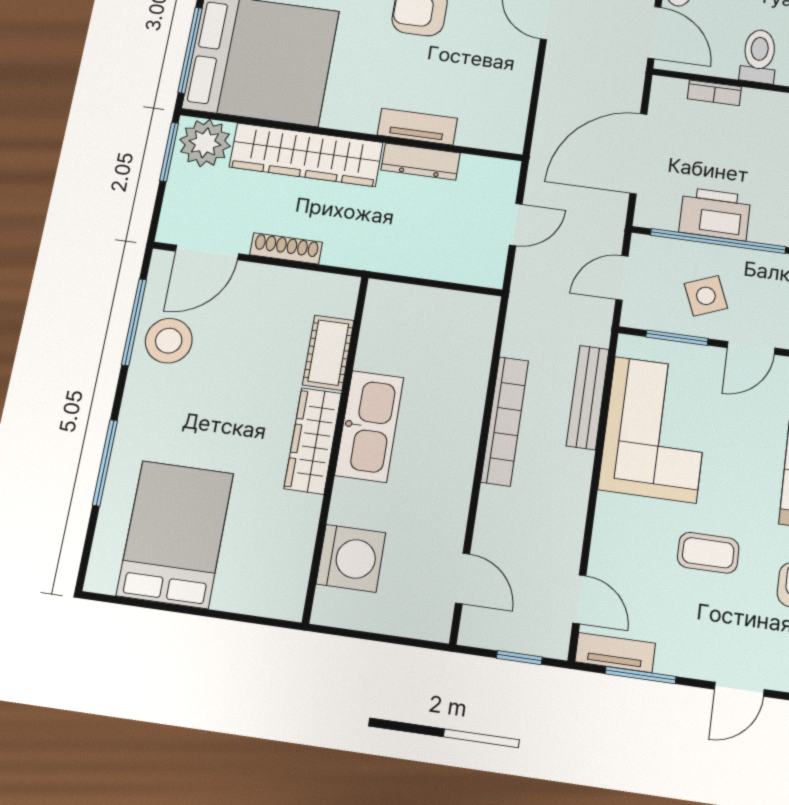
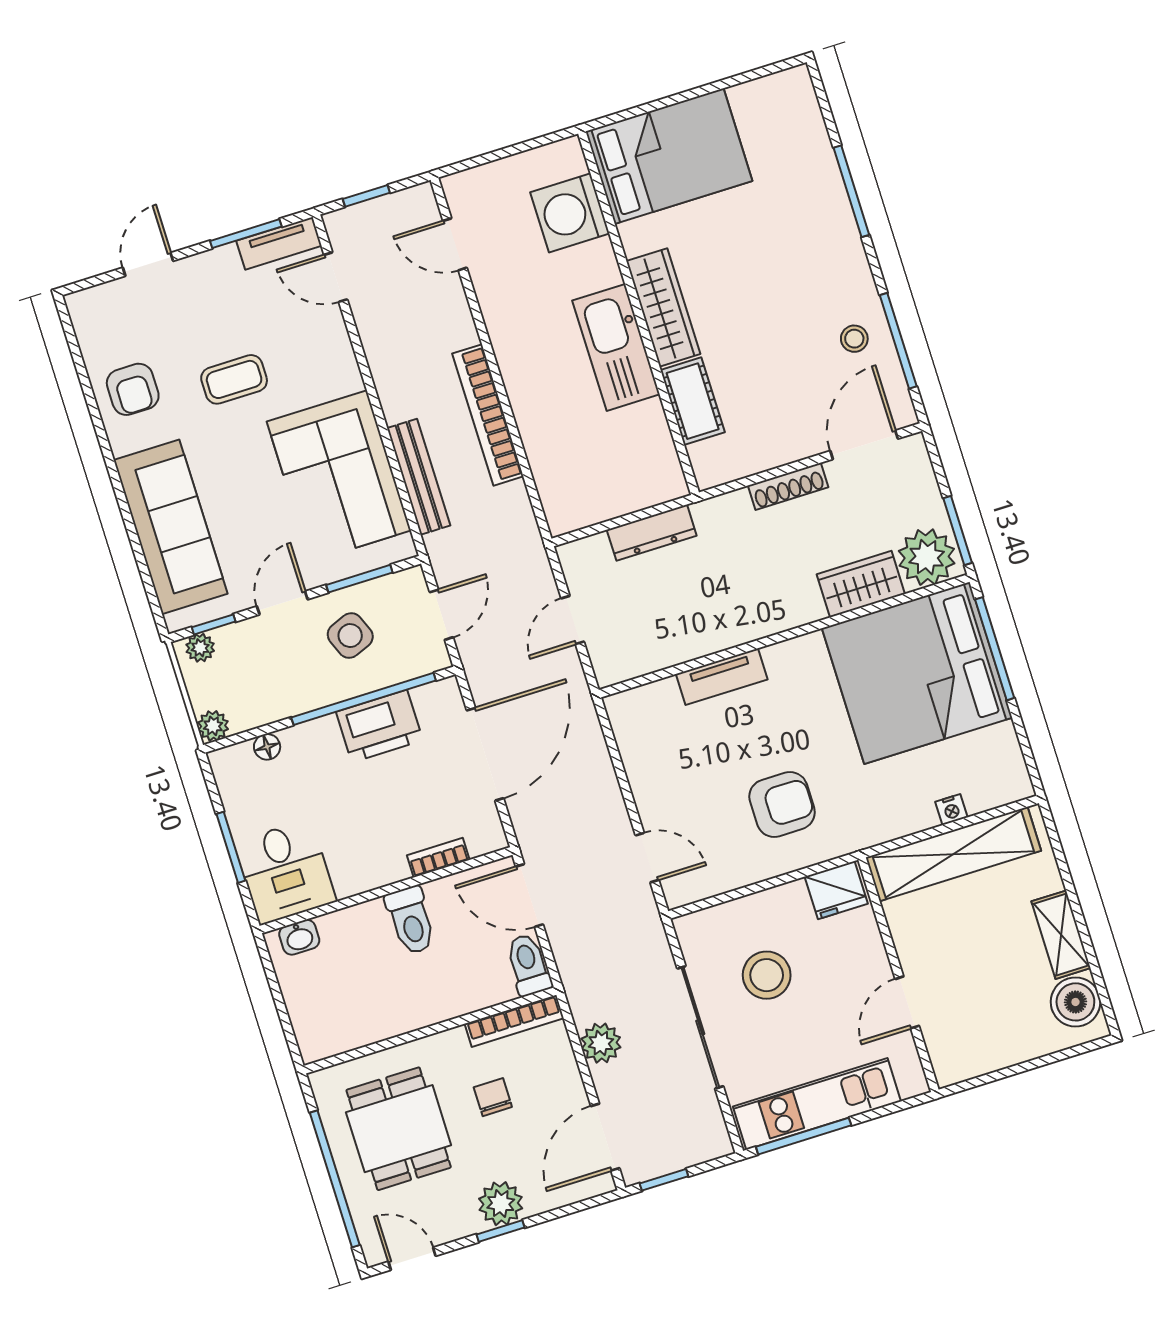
wardrobe: (306, 155) -> (861, 584), width x0.48, depth x0.85
dresser: (421, 162) -> (652, 533), moved, turned 180
stool: (169, 341) -> (854, 339), width x0.53, depth x0.53
bed: (175, 534) -> (669, 156), moved, turned -90

